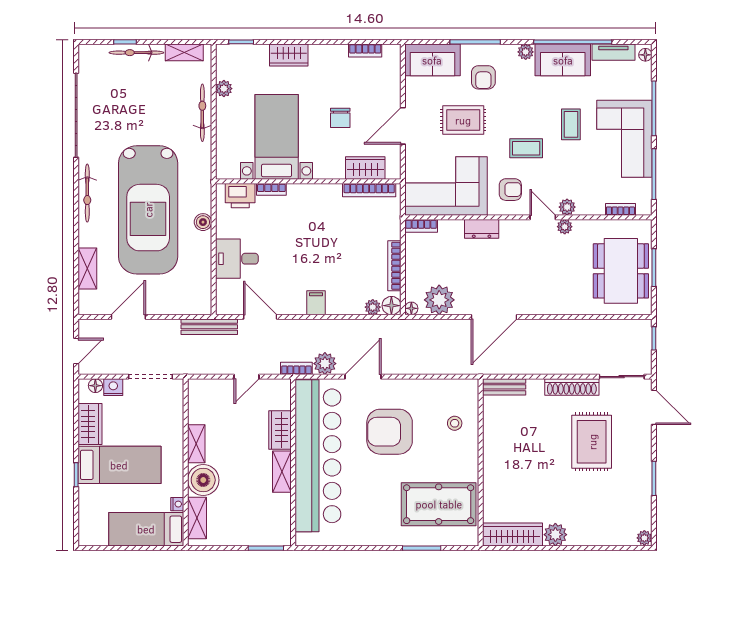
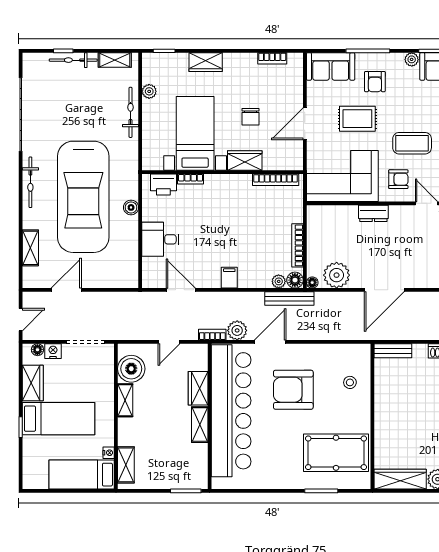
coffee table: (526, 148) -> (412, 143), width x1.36, depth x1.30
wardrobe: (365, 168) -> (245, 160), moved
bookcase: (421, 226) -> (321, 211), removed
bench: (209, 327) -> (289, 299), moved
boiler: (203, 480) -> (131, 369), moved

